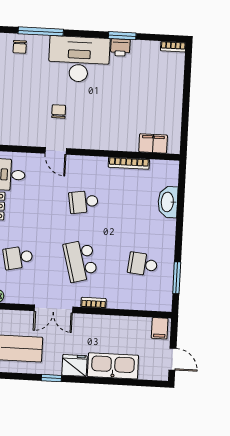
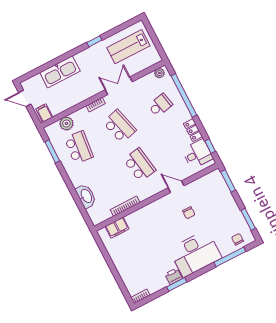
school desk: (83, 202) -> (140, 165), width x1.85
school desk: (143, 264) -> (79, 147), width x1.85
plant: (141, 301) -> (66, 123), added
fridge: (74, 365) -> (84, 58), removed

